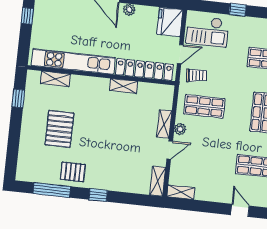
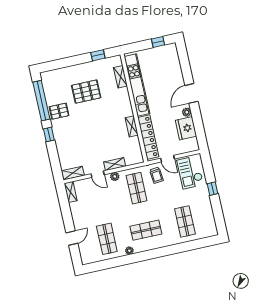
fridge: (170, 22) -> (186, 128), moved, turned -90
pallet: (73, 172) -> (59, 111), turned 90
window: (52, 190) -> (41, 101), width x1.46

